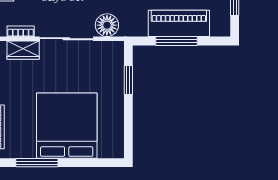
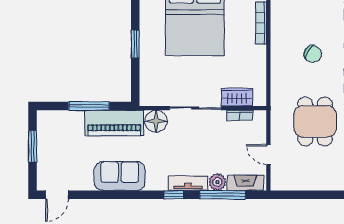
piano: (179, 23) -> (114, 123), moved
window: (128, 80) -> (135, 44), moved

